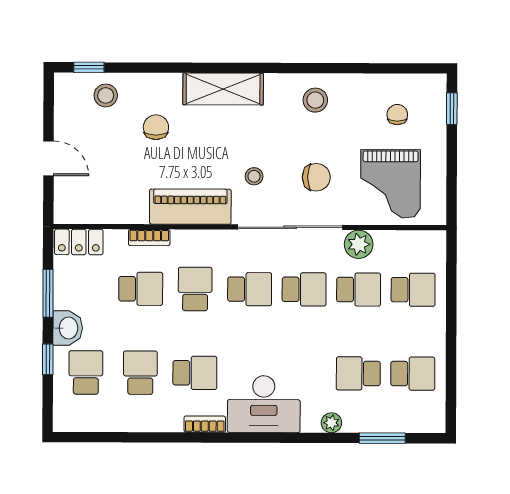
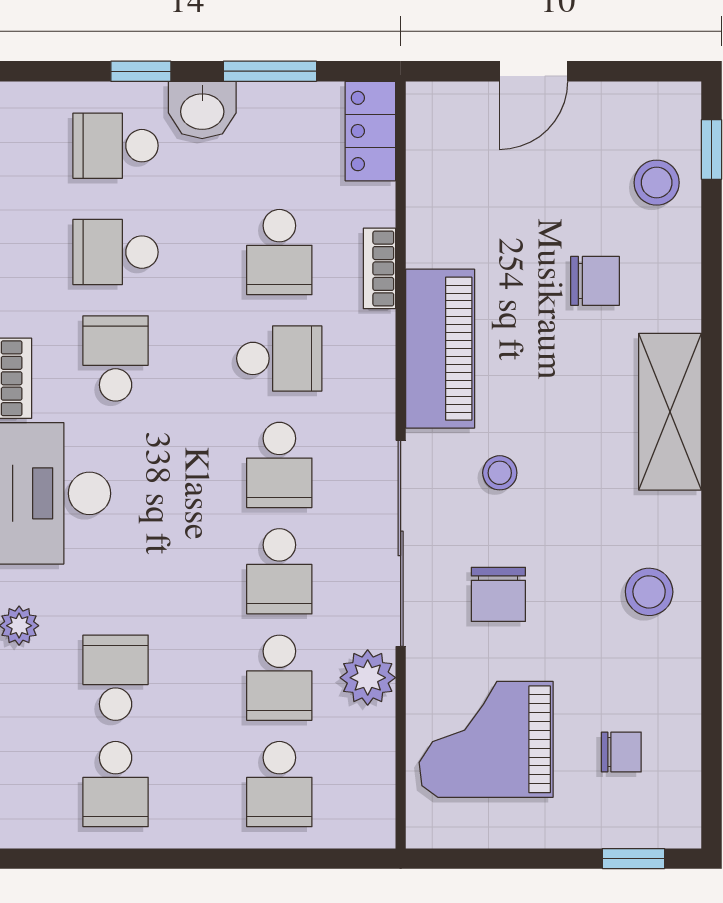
school desk: (86, 372) -> (116, 146), turned 180
school desk: (140, 373) -> (116, 252), turned 180
school desk: (195, 373) -> (116, 358), turned 180

